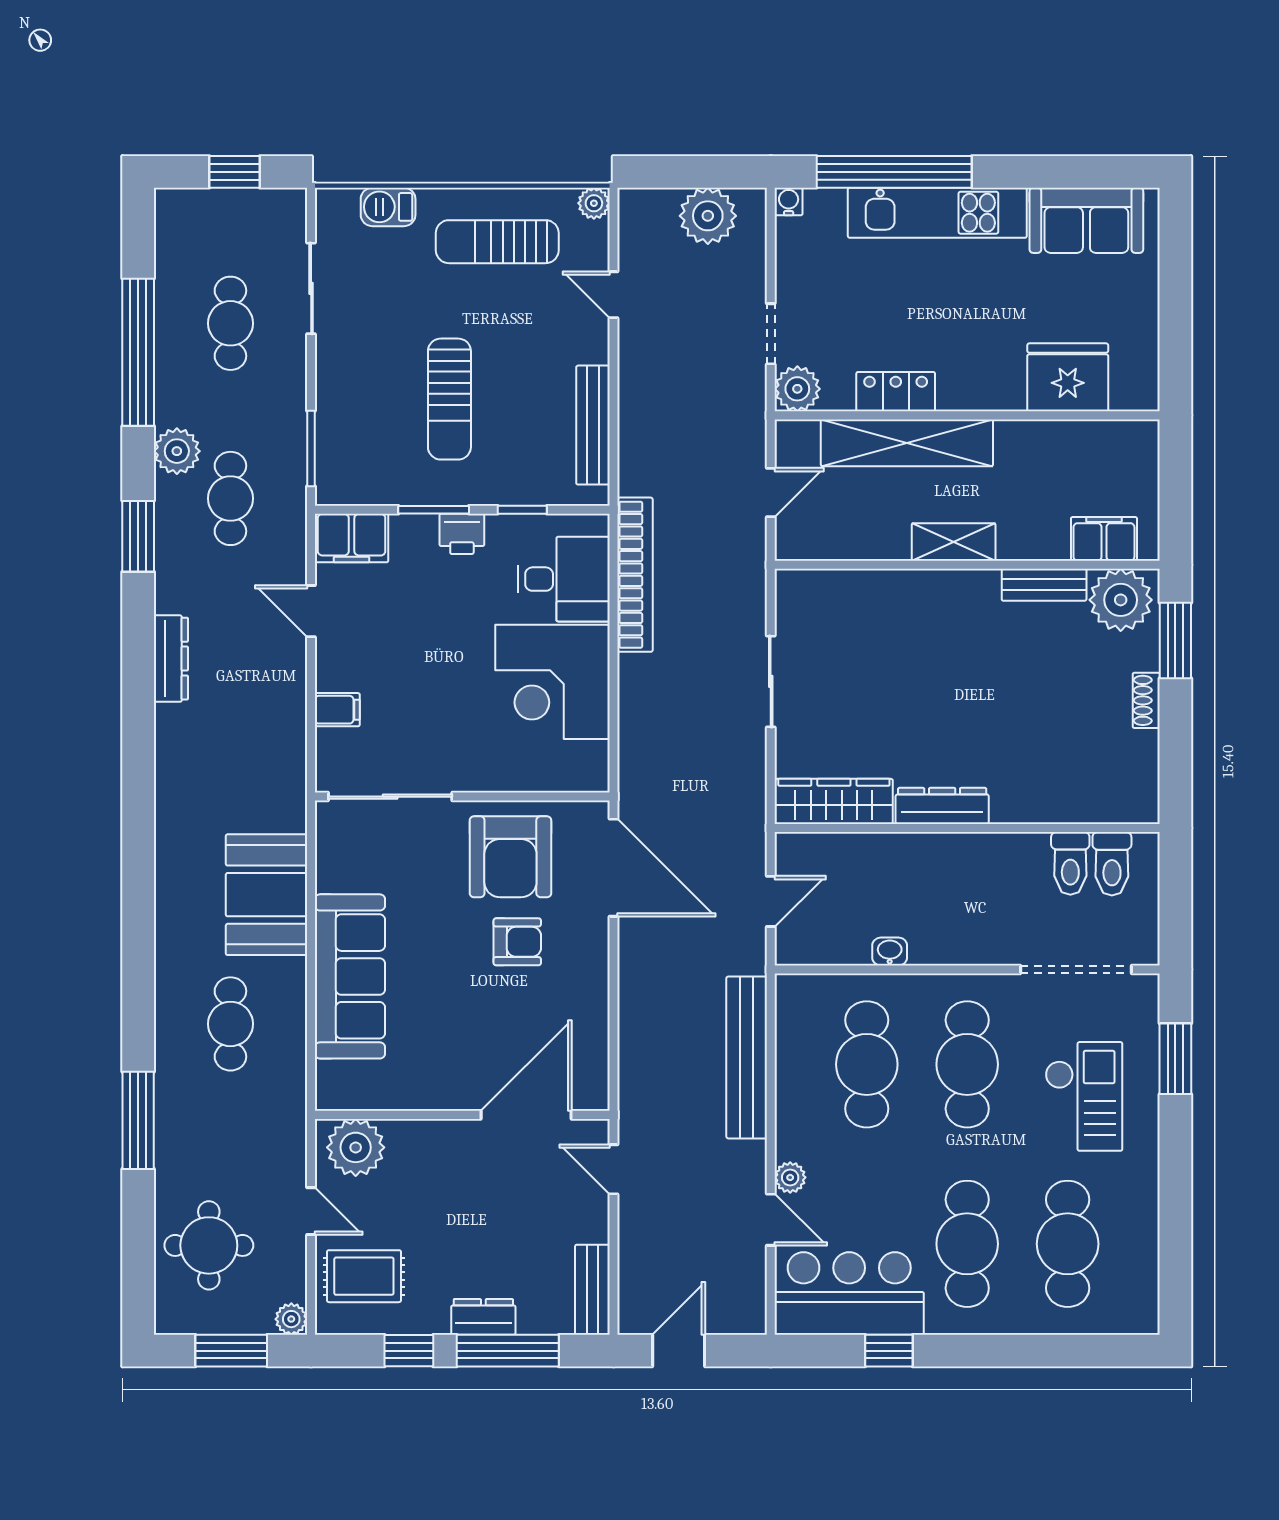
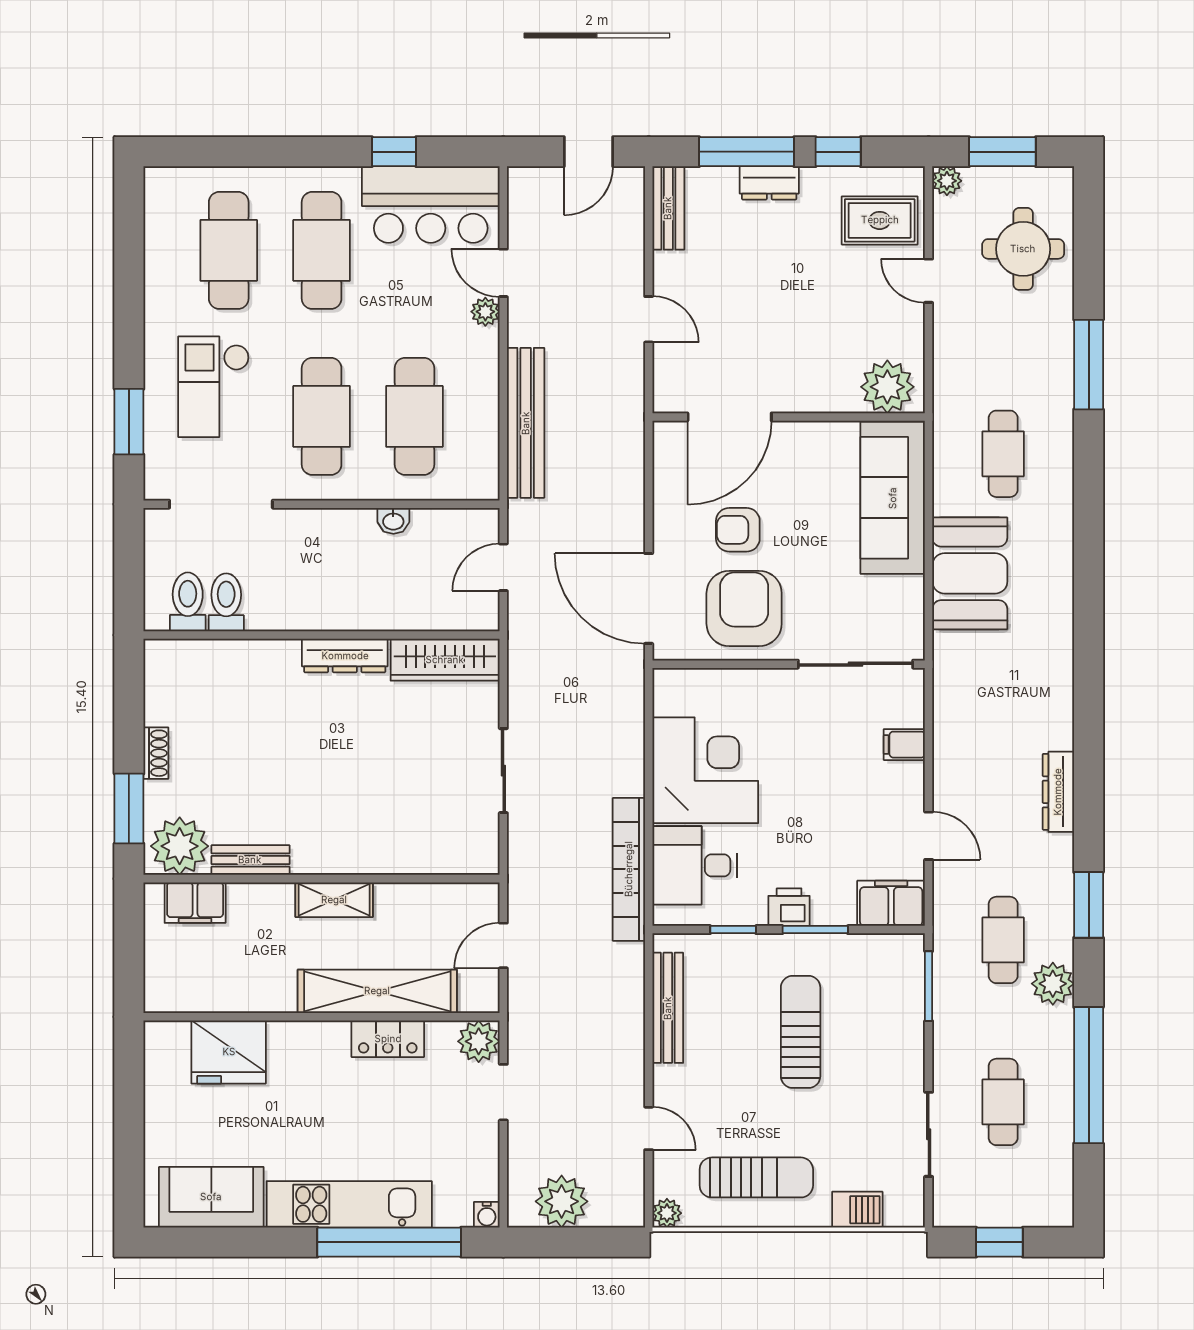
wall: (462, 1115) -> (789, 417), moved
door: (526, 1115) -> (730, 417), moved
plant: (356, 1147) -> (887, 387), moved

